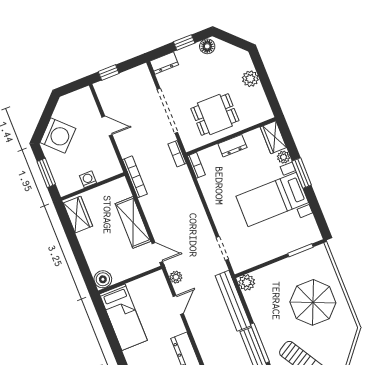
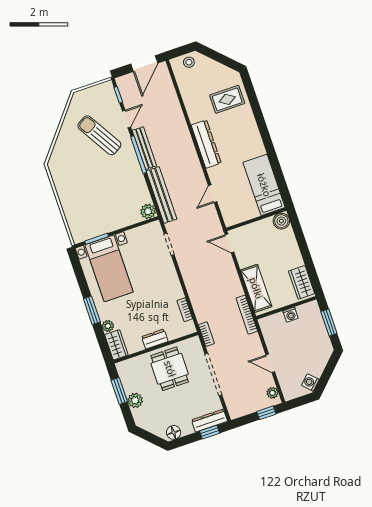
window: (184, 42) -> (210, 432), moved
dresser: (164, 63) -> (209, 421), width x1.44
window: (268, 88) -> (119, 391), added
dining table: (215, 114) -> (170, 369), turned 90
washing machine: (58, 135) -> (310, 382), moved, width x0.53, depth x0.53
bookcase: (196, 165) -> (185, 310), moved
bed with nightstands: (272, 199) -> (109, 268), moved, turned 90
shelving: (133, 222) -> (256, 288), moved
plant: (176, 277) -> (272, 393), moved
parasol: (313, 302) -> (87, 190), removed

